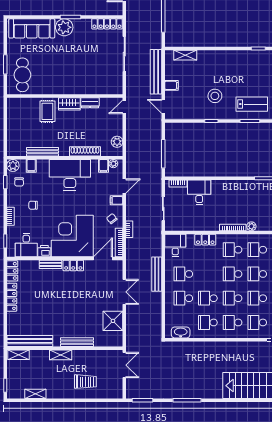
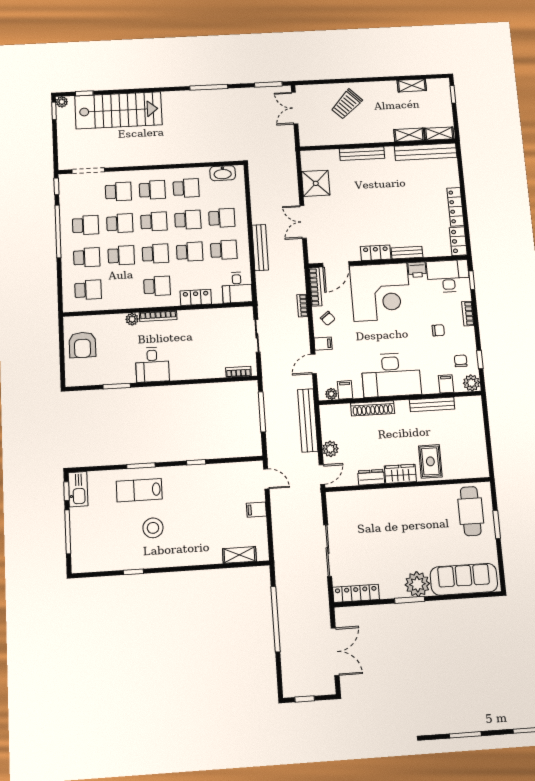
bench: (156, 72) -> (308, 420), moved
stool: (215, 96) -> (153, 528), moved
plant: (117, 142) -> (330, 449), moved
desk: (199, 192) -> (152, 365), moved
desk: (26, 245) -> (448, 276), width x1.37
school desk: (257, 250) -> (190, 252), moved
shelving: (61, 355) -> (409, 135), moved
double door: (124, 365) -> (295, 108), moved
trolley: (85, 382) -> (347, 104), turned -45

